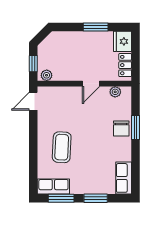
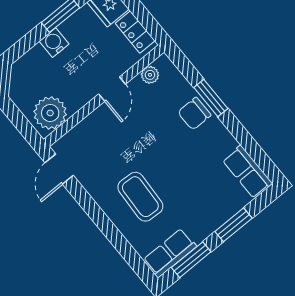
water cooler: (81, 38) -> (54, 43), added
window: (33, 64) -> (21, 123), removed
plant: (47, 75) -> (50, 113), width x1.87, depth x1.87
chair: (121, 128) -> (194, 114), turned 90

